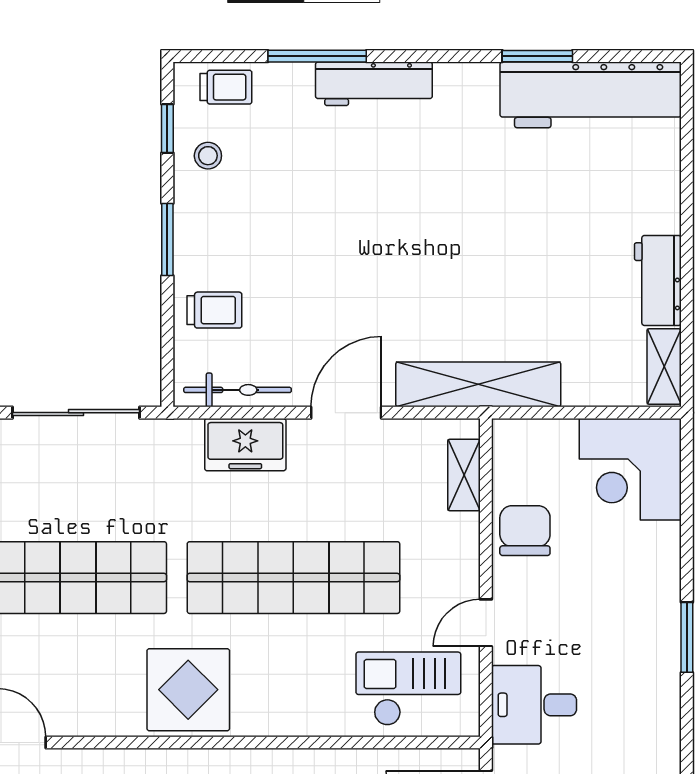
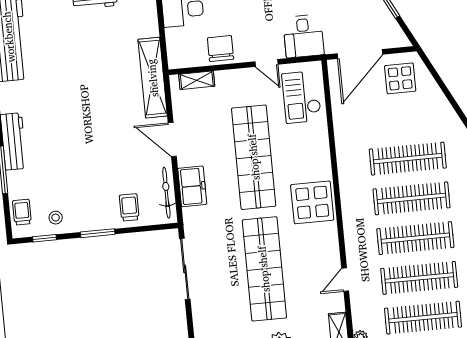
chair: (525, 531) -> (221, 48), turned 90

